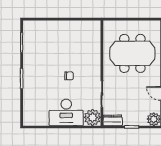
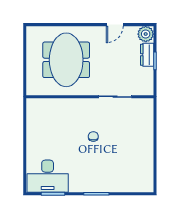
desk: (66, 112) -> (48, 176), moved, turned 90
plant: (92, 117) -> (144, 108), removed
dresser: (113, 120) -> (147, 55), moved

